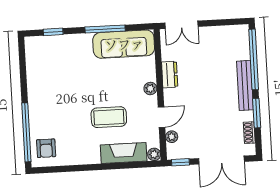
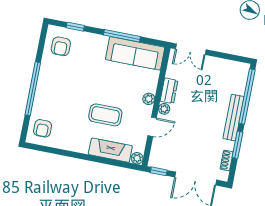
armchair: (43, 57) -> (61, 46), added
window: (26, 132) -> (33, 89), moved
plant: (172, 137) -> (164, 109), moved

